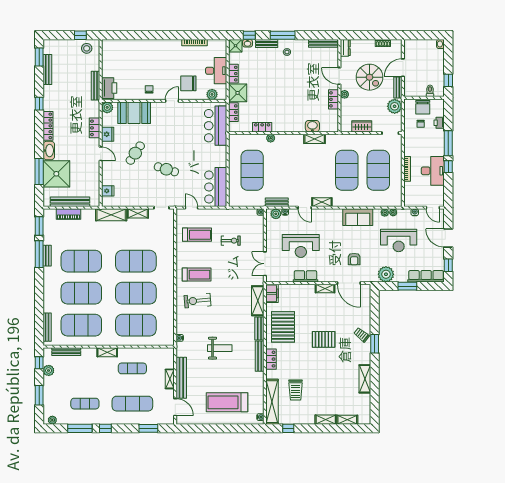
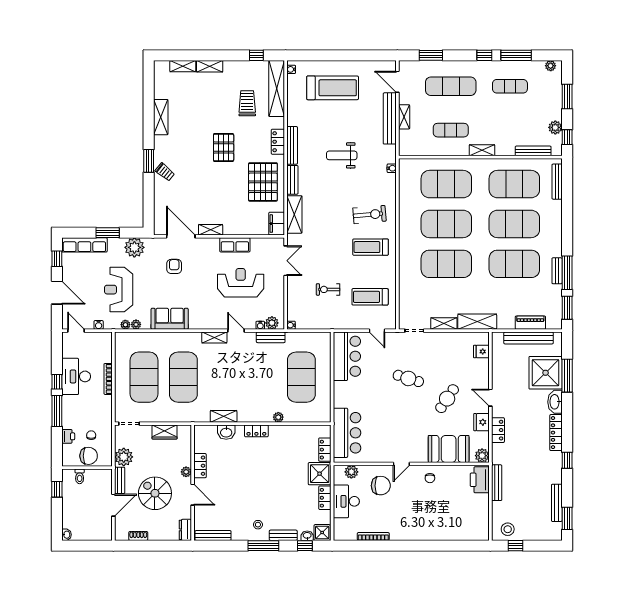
chair: (423, 107) -> (89, 456), turned 90
locker: (262, 127) -> (256, 431), moved
reception desk: (399, 241) -> (119, 290), turned -90
pallet: (324, 339) -> (224, 147), moved, turned 90

